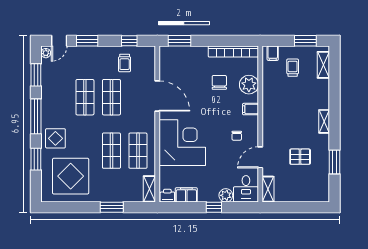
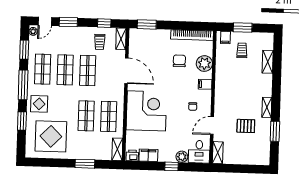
window: (305, 41) -> (243, 27), moved
shelving: (150, 59) -> (121, 39), added
shelving: (323, 65) -> (268, 62), moved
shop shelf: (58, 97) -> (43, 69), added
shelving: (324, 121) -> (267, 107), moved

